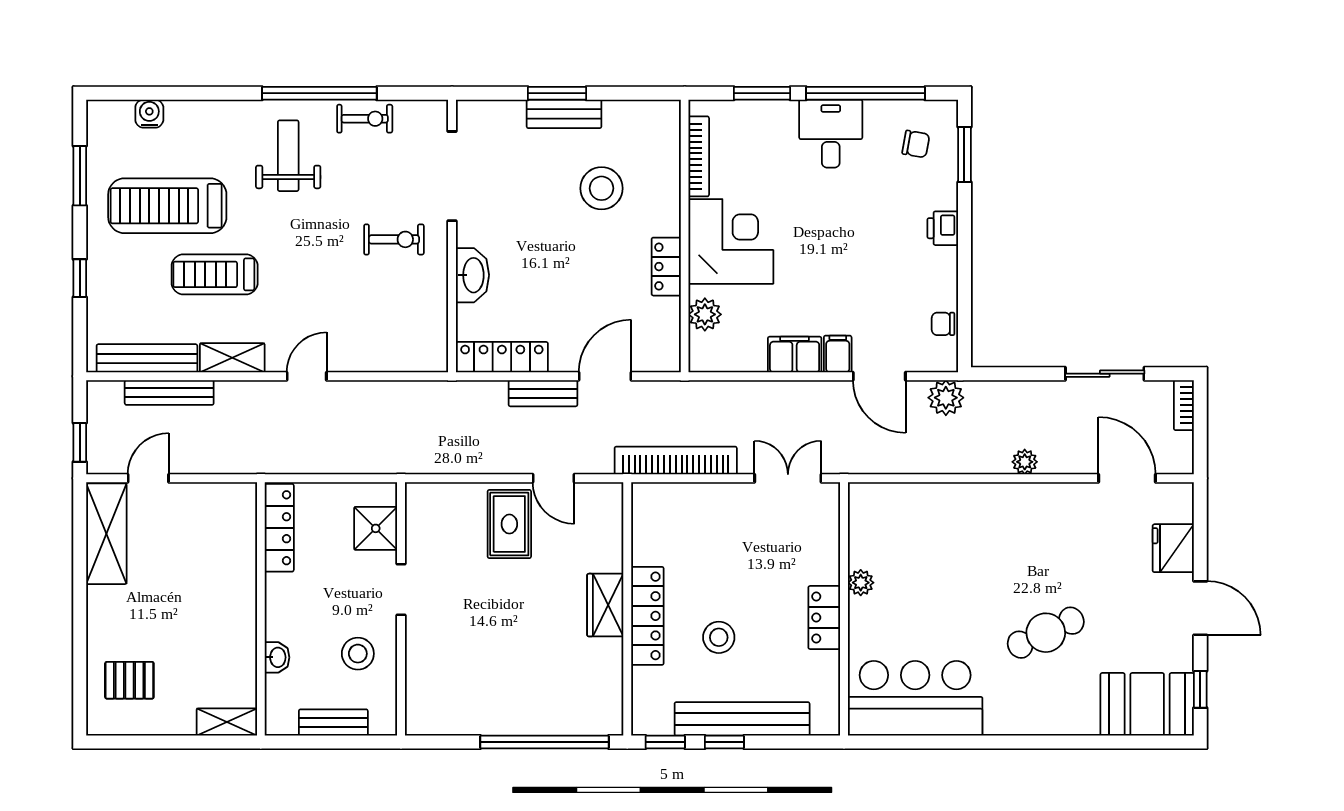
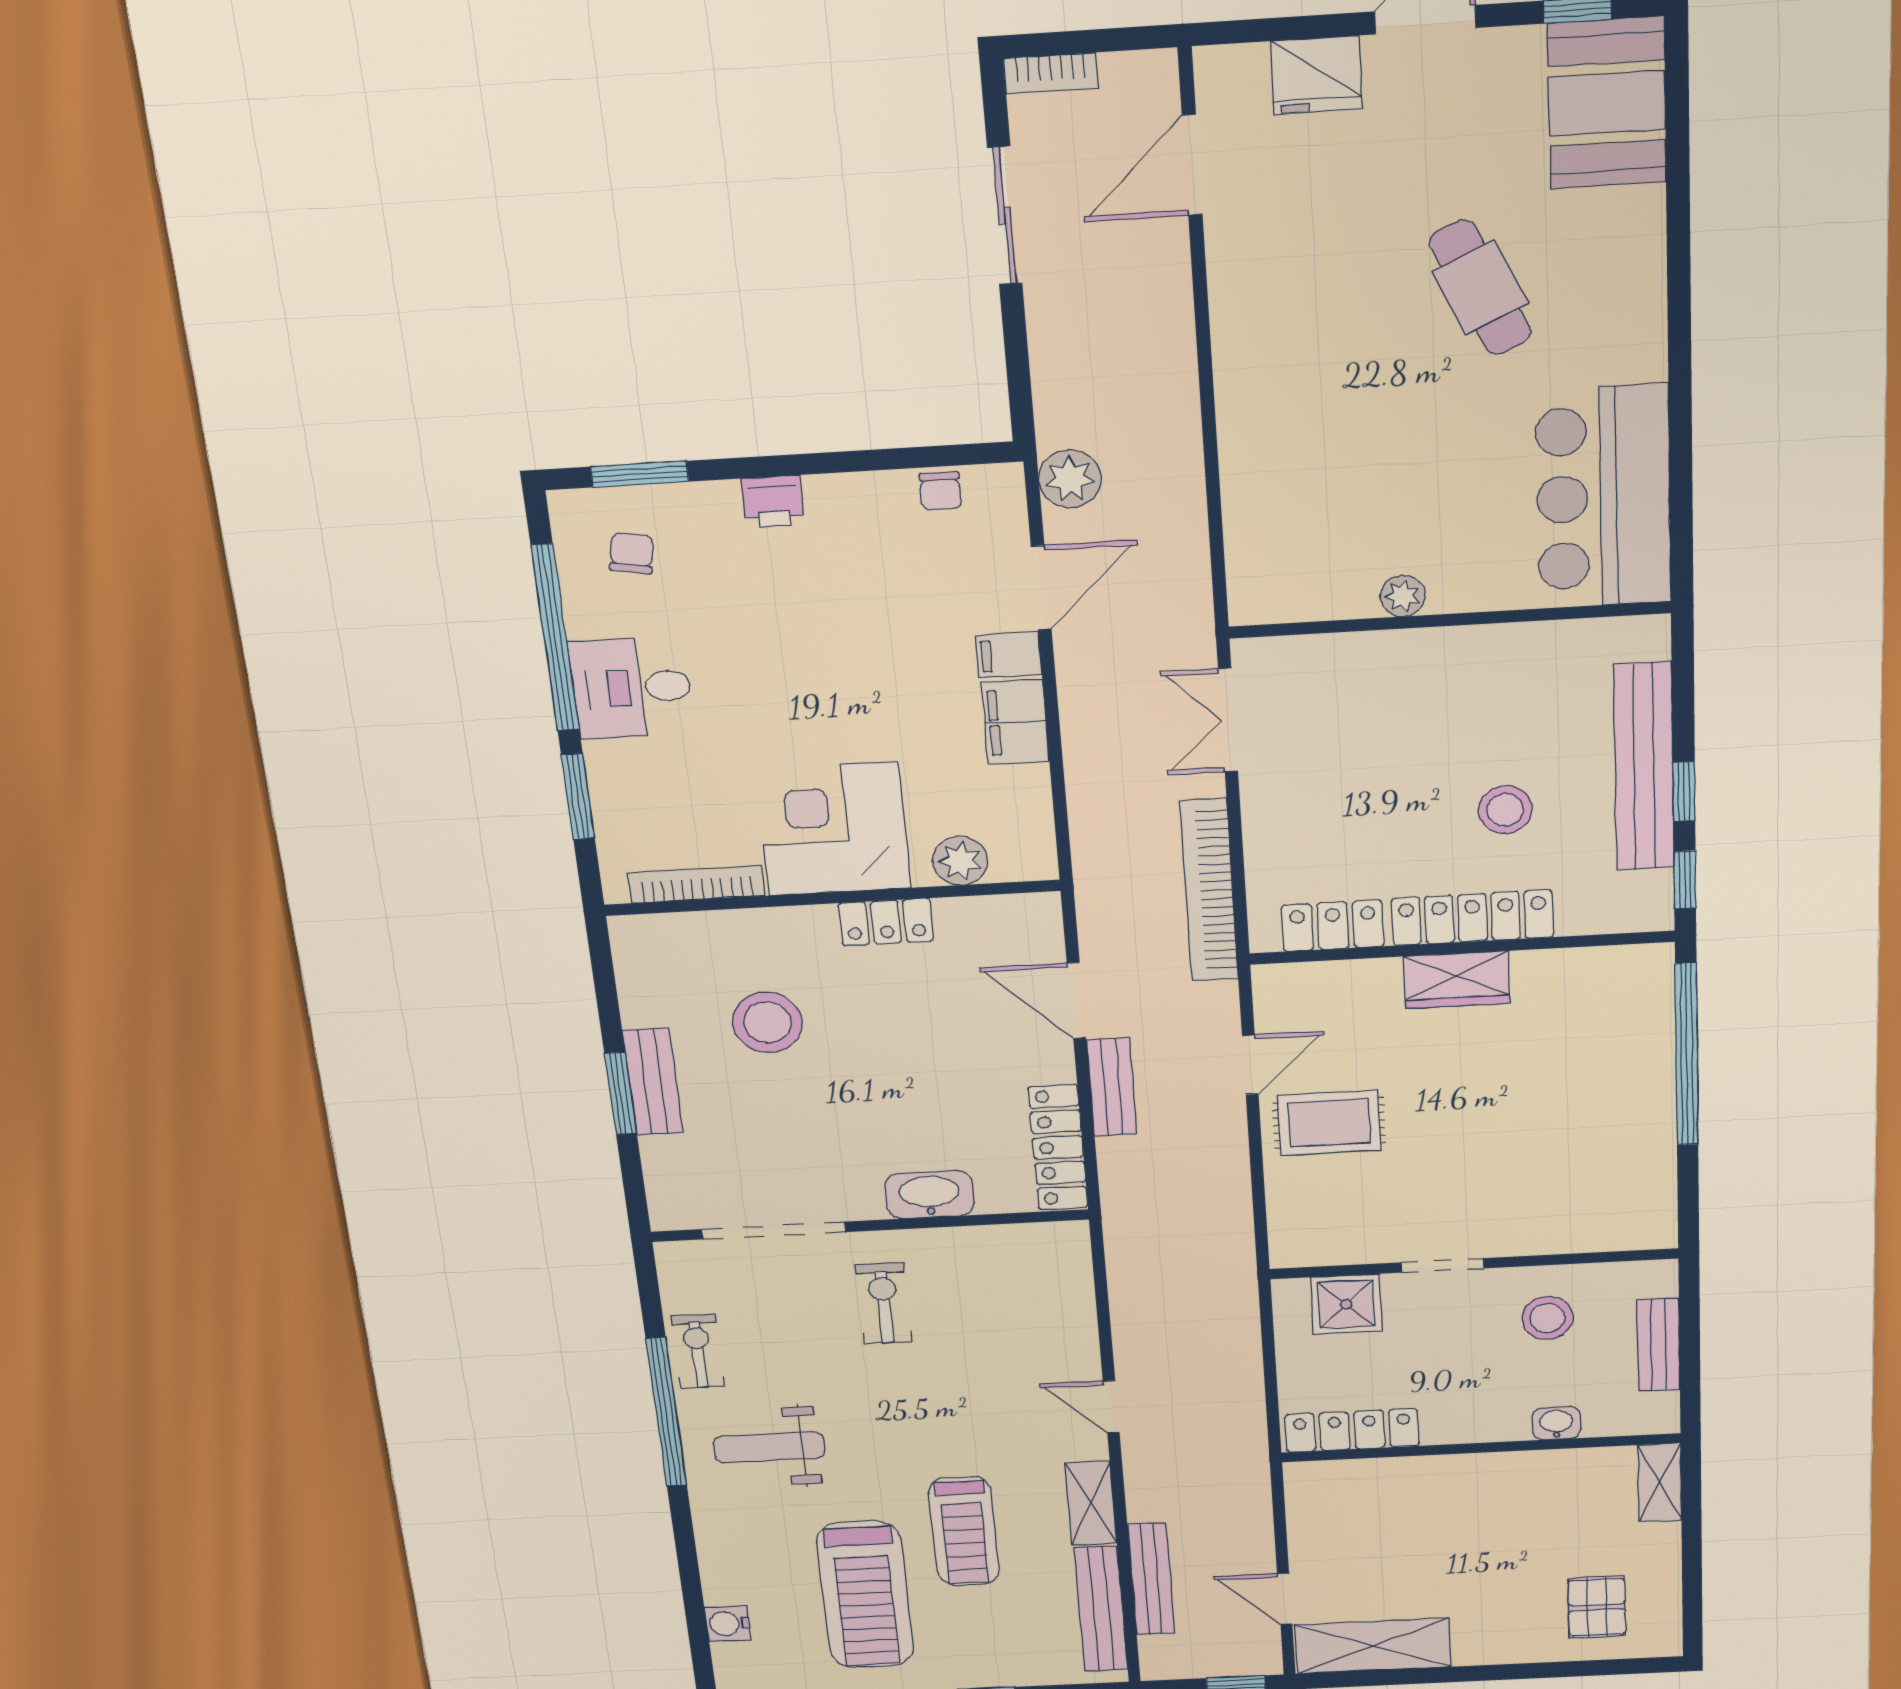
plant: (1025, 462) -> (1174, 342), removed
locker: (824, 618) -> (1333, 926), moved, turned 180

